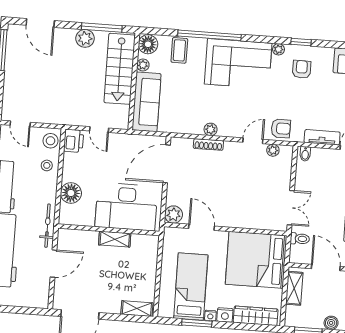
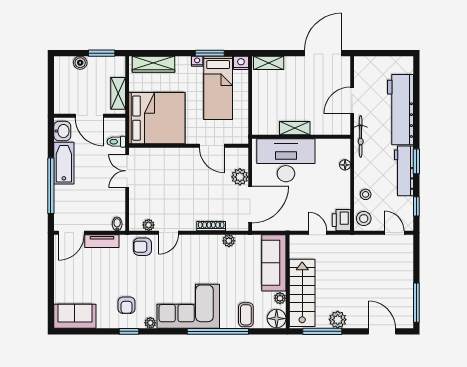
plant: (211, 129) -> (229, 241), moved
floor lamp: (71, 193) -> (345, 165), width x0.53, depth x0.53
plant: (173, 215) -> (240, 177), moved
nightstand: (225, 315) -> (241, 63), moved

